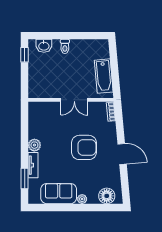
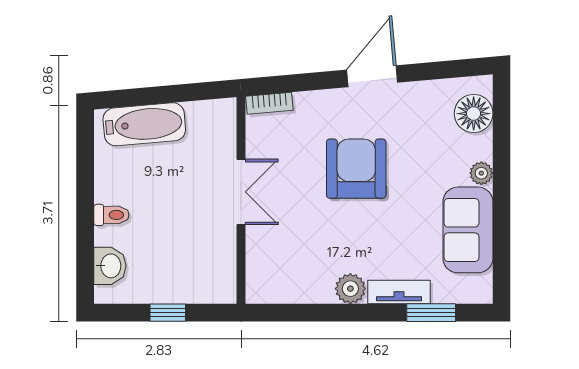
window: (25, 55) -> (168, 313), moved
bathtub: (104, 76) -> (144, 124), moved

